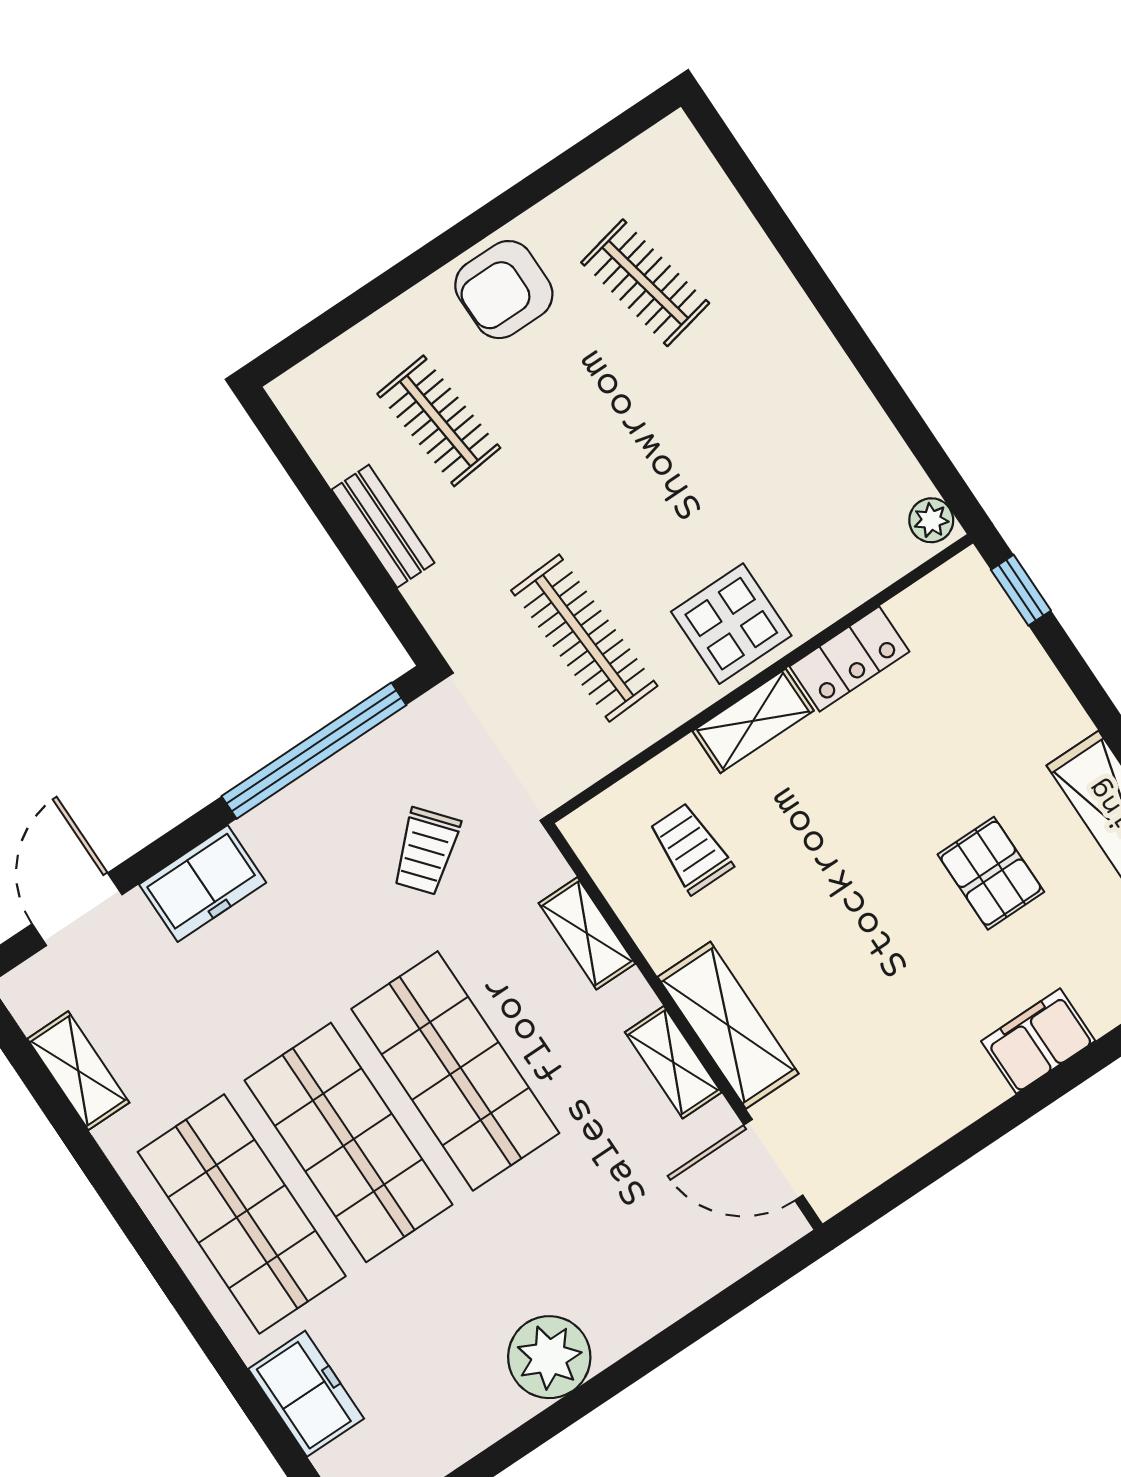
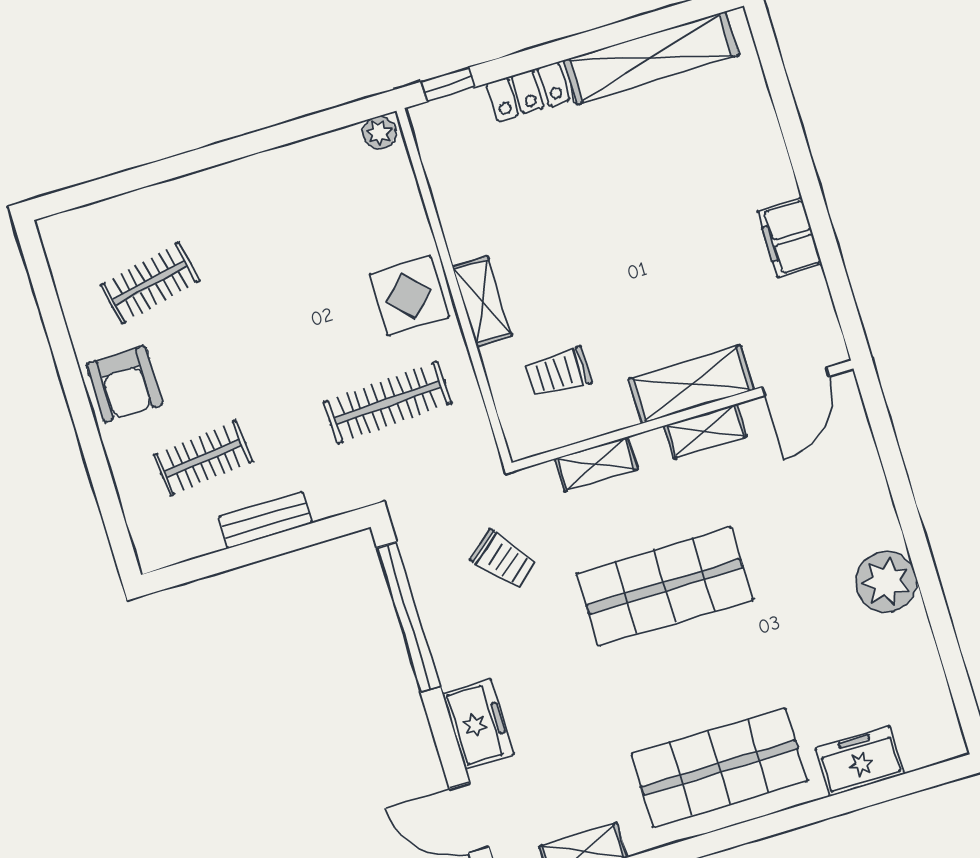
locker: (849, 659) -> (528, 92), moved, turned 90
pallet: (991, 873) -> (641, 167), removed
filing cabinet: (1038, 1041) -> (790, 238), moved
shop shelf: (349, 1142) -> (692, 677), removed

